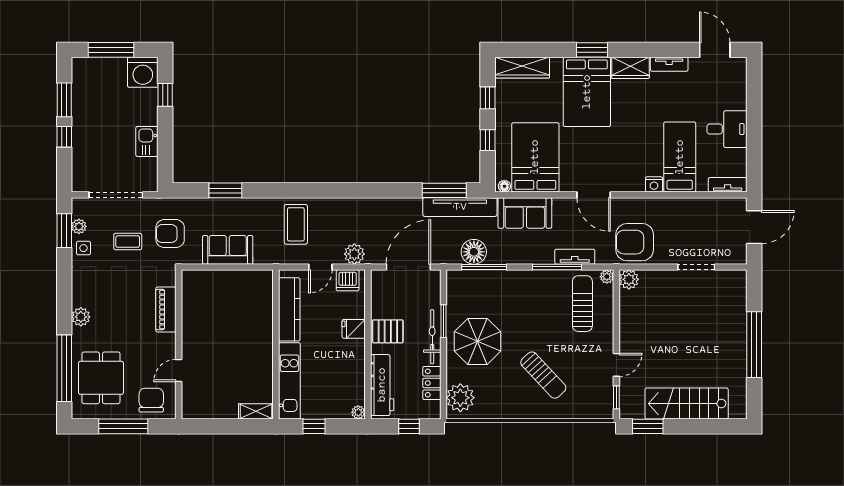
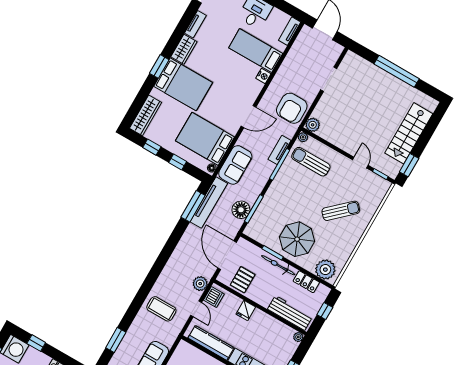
pallet: (388, 331) -> (243, 280), moved

